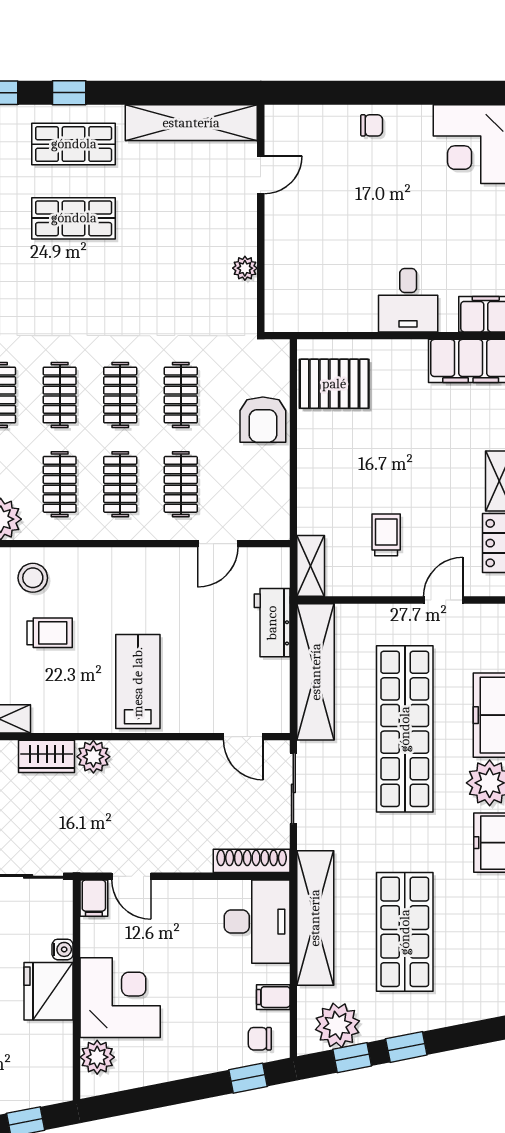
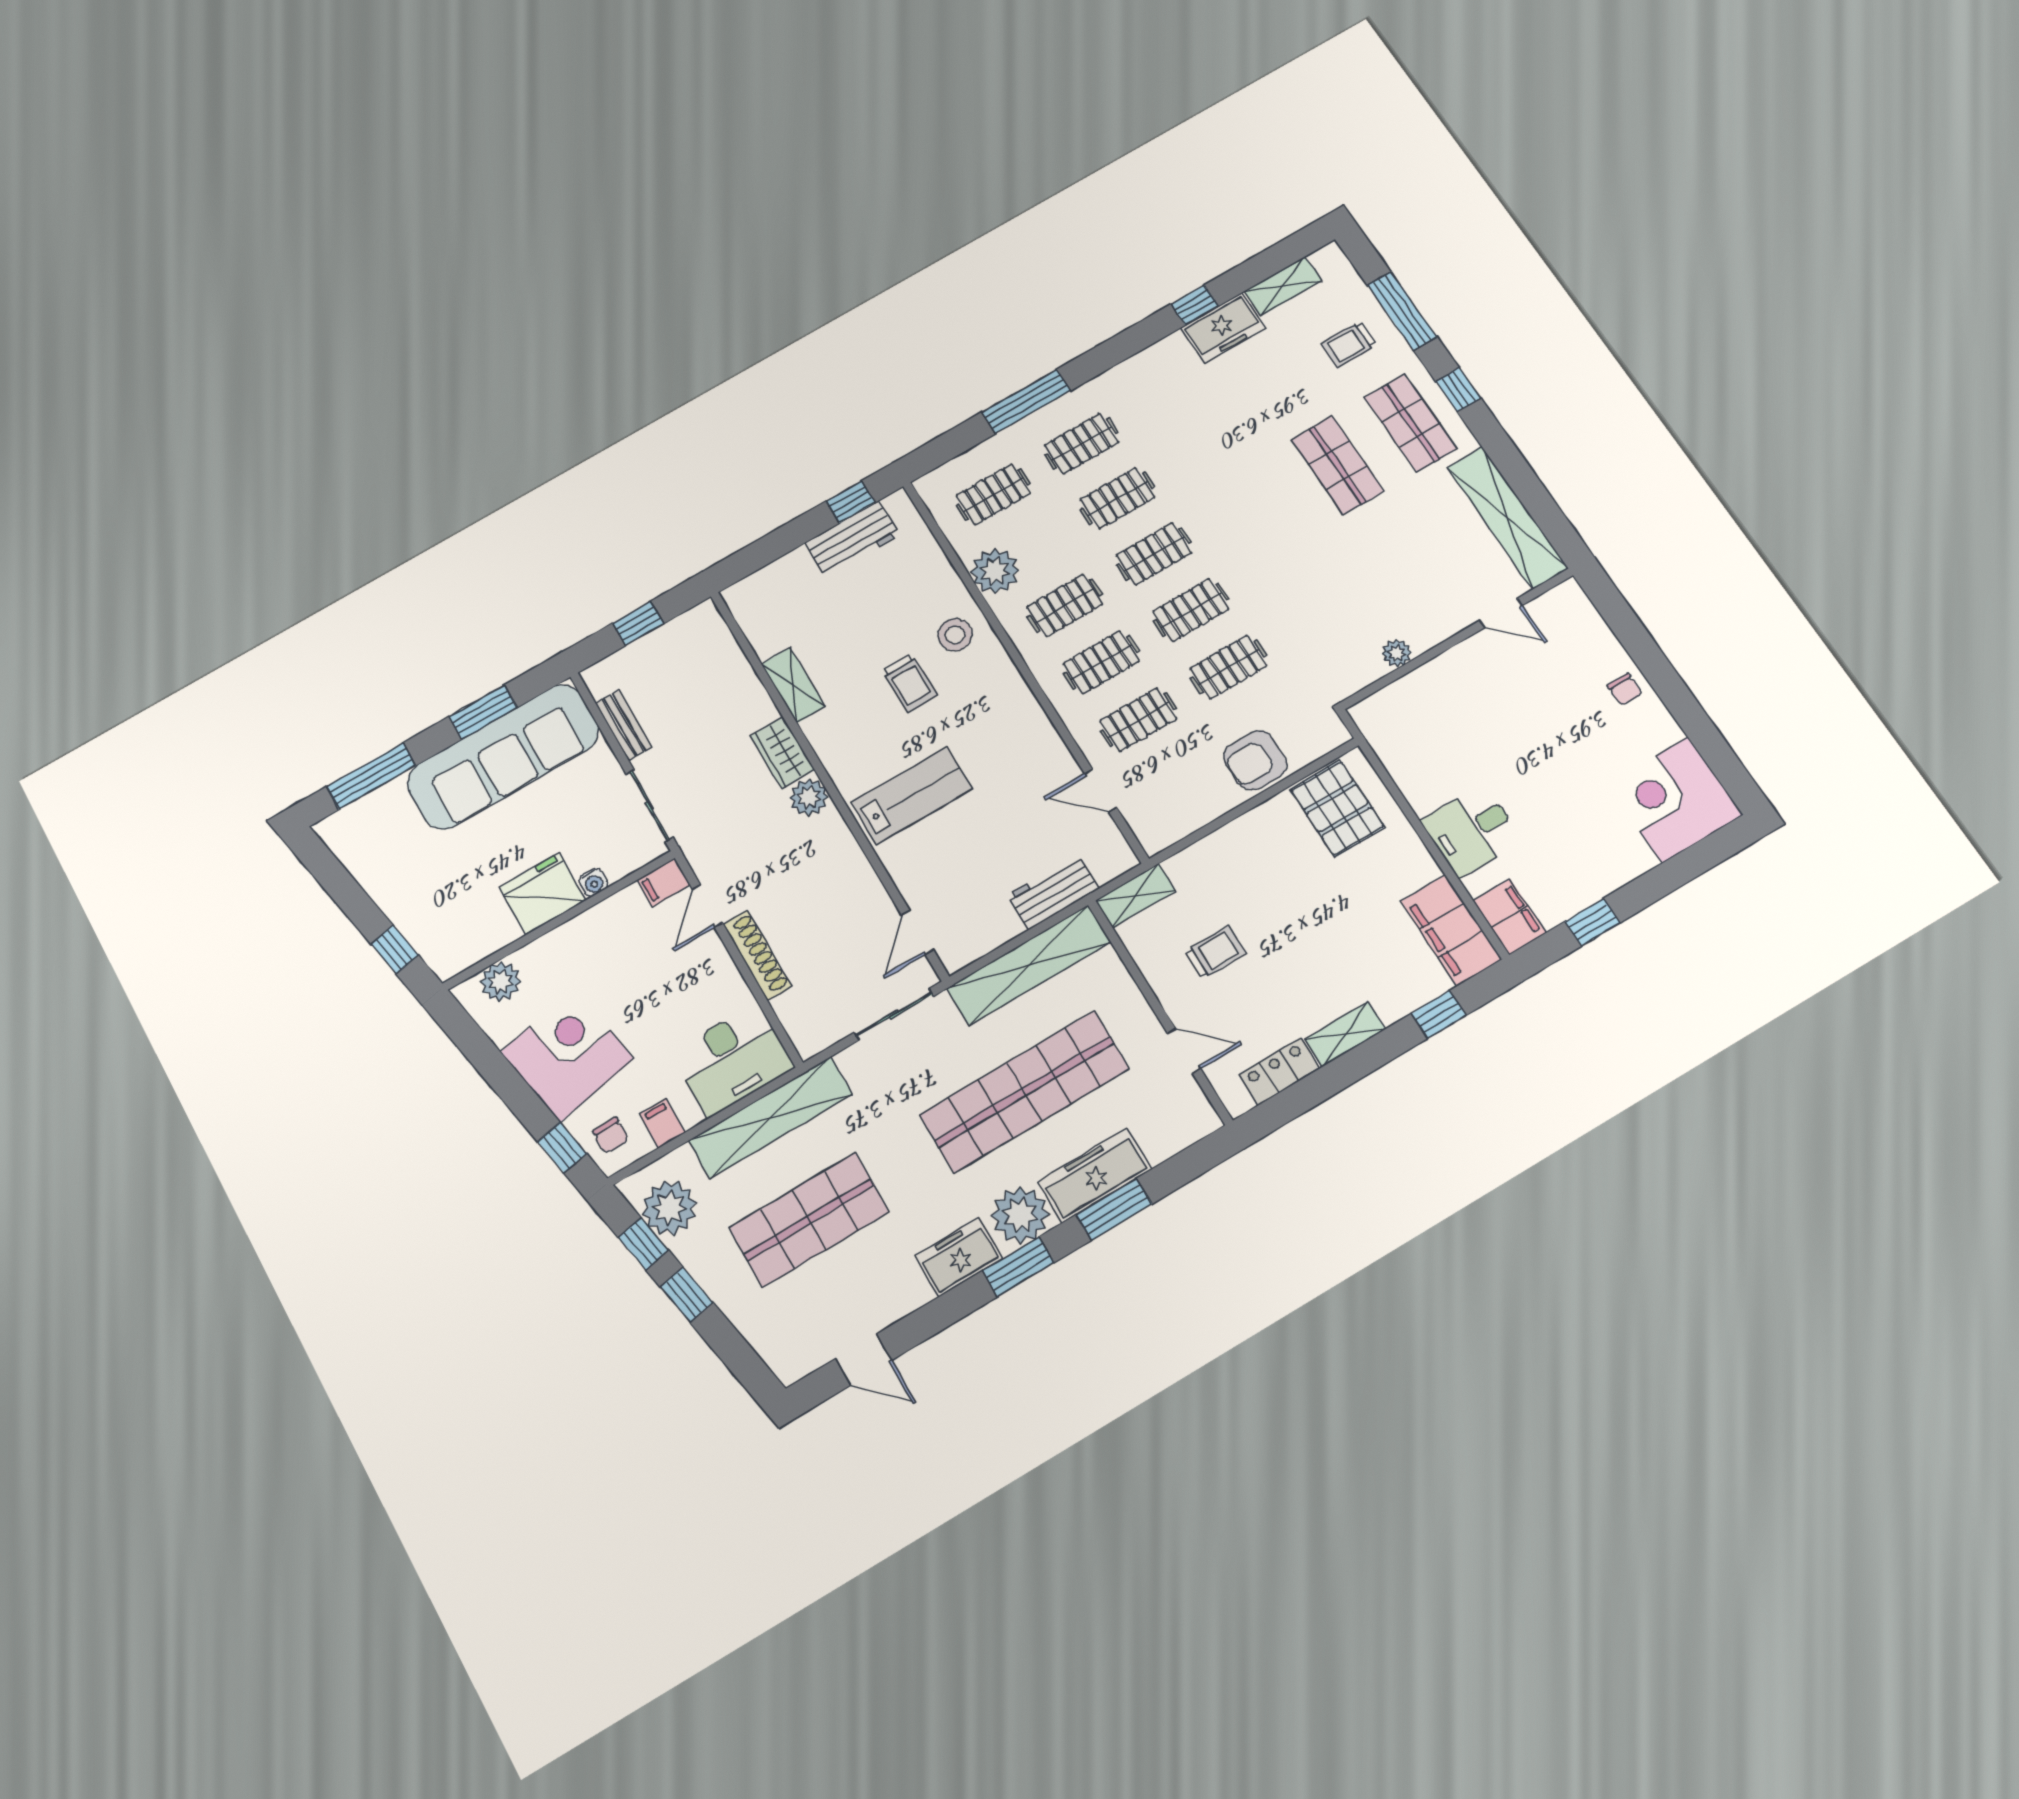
shoe rack: (252, 861) -> (757, 955), moved
corner desk: (120, 998) -> (567, 1055), moved, turned -101
chair: (260, 1039) -> (611, 1135), turned 180

